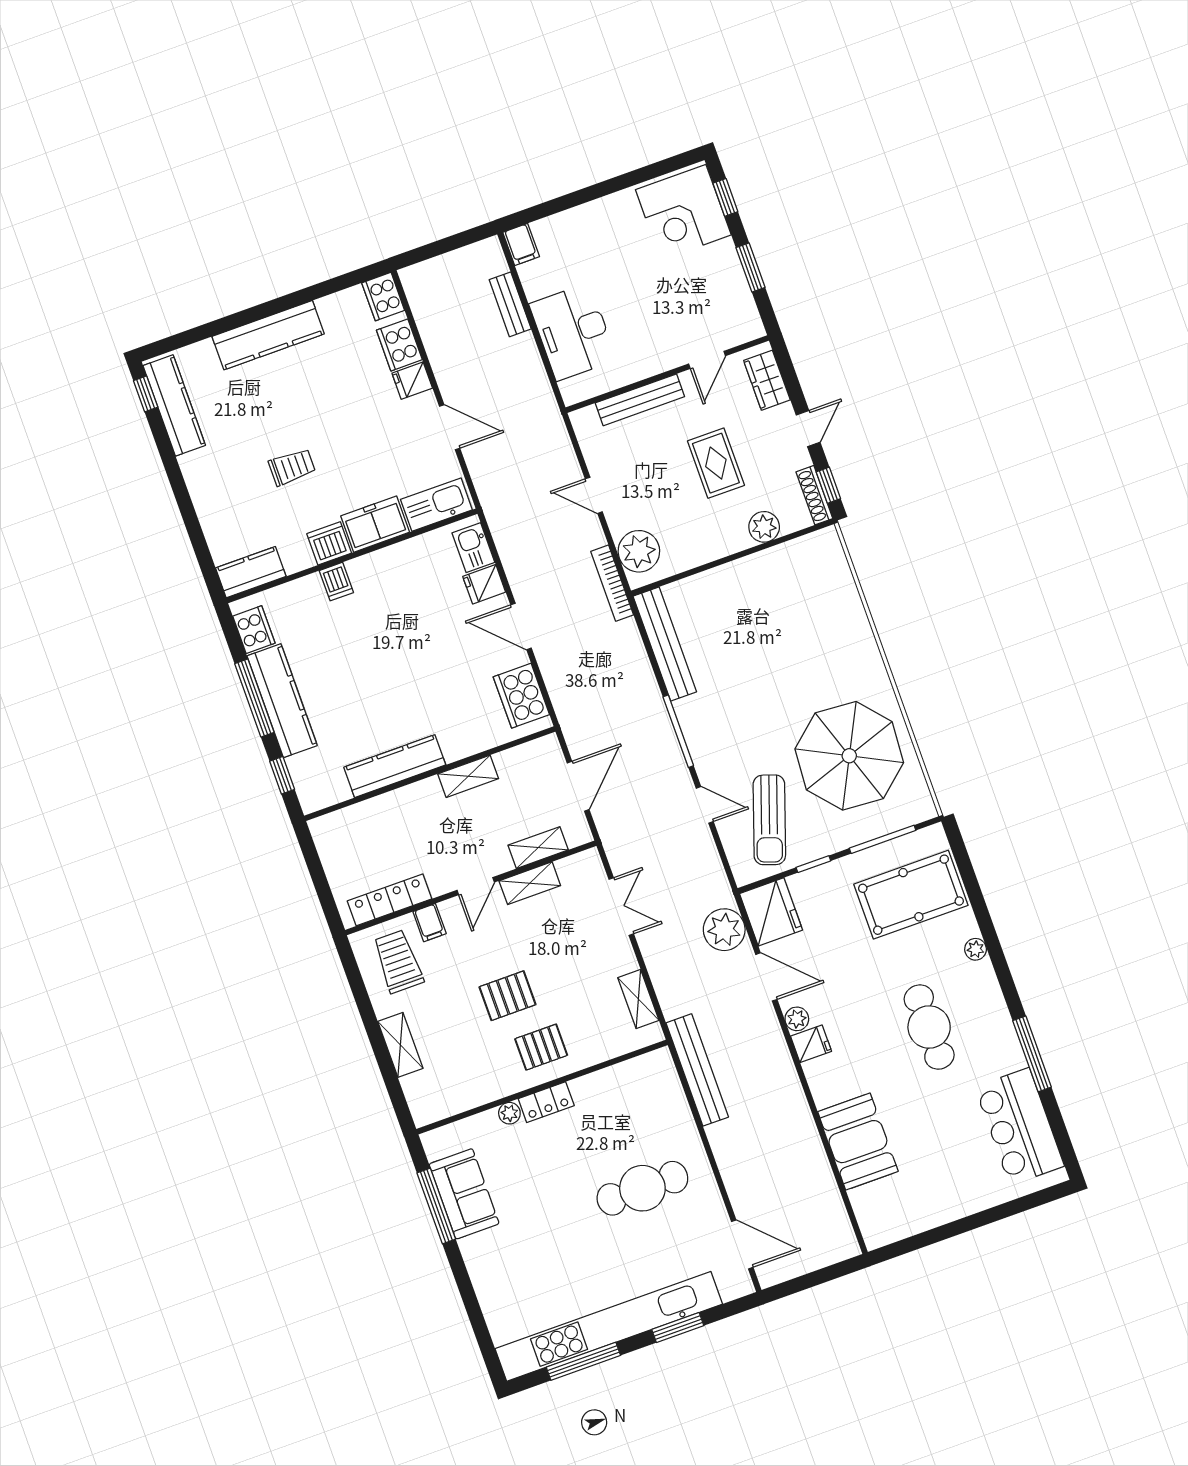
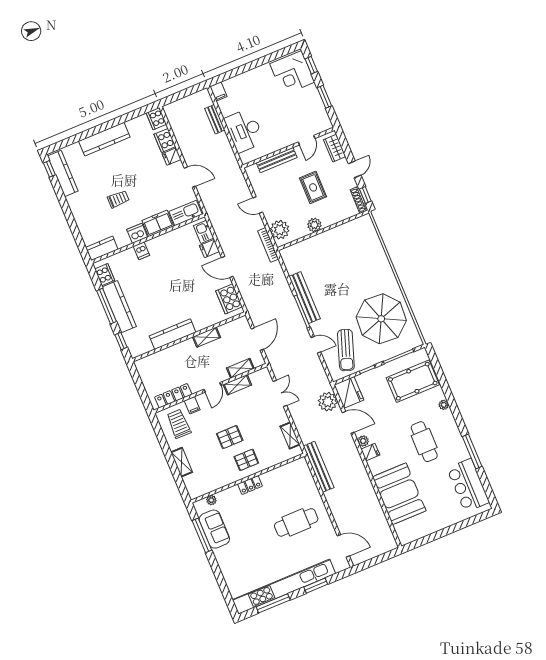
plant: (764, 527) -> (314, 225), moved
bench: (665, 644) -> (305, 298), moved
plant: (509, 1113) -> (211, 500), moved
booth: (858, 1142) -> (399, 494), width x1.36, depth x1.42

